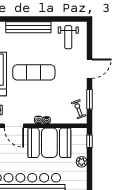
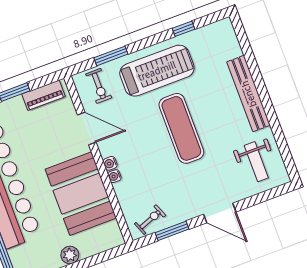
weight bench: (68, 37) -> (256, 162), turned -90
door: (14, 126) -> (87, 128), swing flipped
window: (90, 141) -> (106, 255), removed

